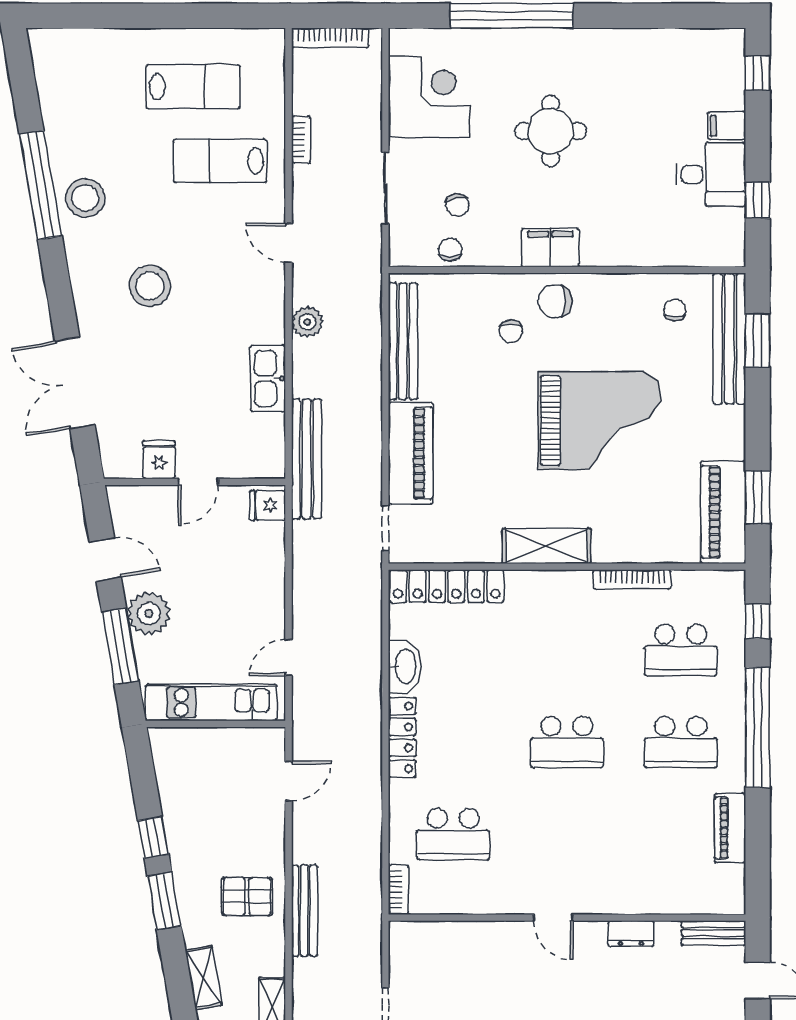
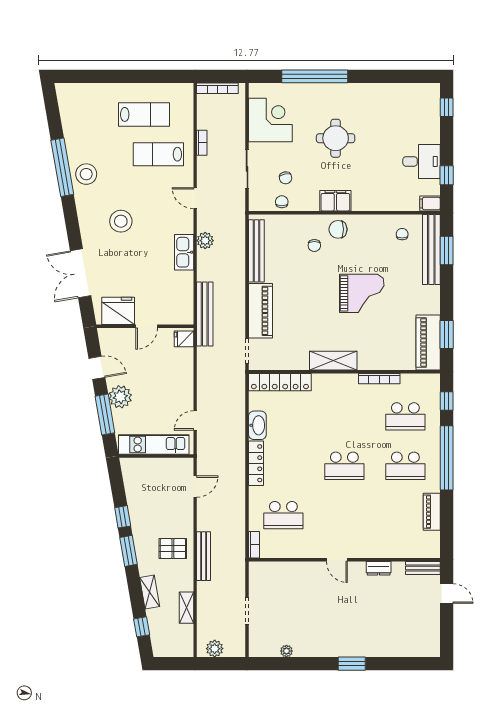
filing cabinet: (727, 126) -> (430, 203), moved
kitchen sink: (268, 378) -> (184, 252), moved
grand piano: (599, 420) -> (362, 293), width x0.73, depth x0.68
fridge: (159, 460) -> (118, 311), width x1.88, depth x1.34

